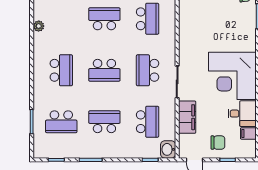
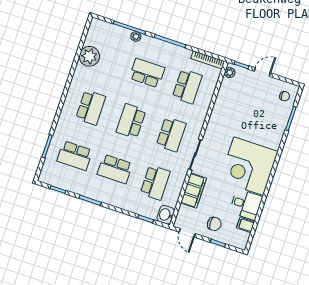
plant: (39, 26) -> (89, 56), width x1.88, depth x1.88
school desk: (104, 70) -> (131, 121), turned 90
school desk: (148, 70) -> (171, 134), turned 180
school desk: (104, 122) -> (115, 169), turned 180

